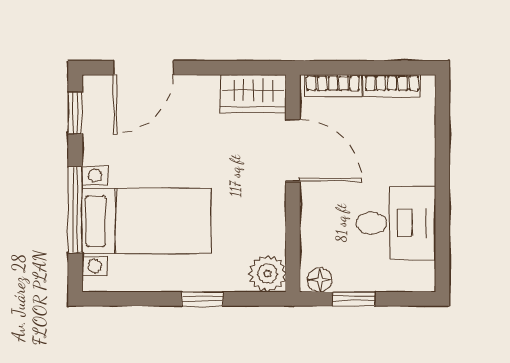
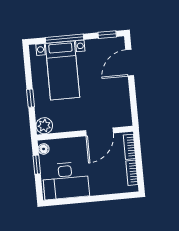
door: (143, 68) -> (130, 63), hinge flipped
wardrobe: (253, 94) -> (123, 112), removed
desk: (396, 223) -> (66, 181), width x1.37

